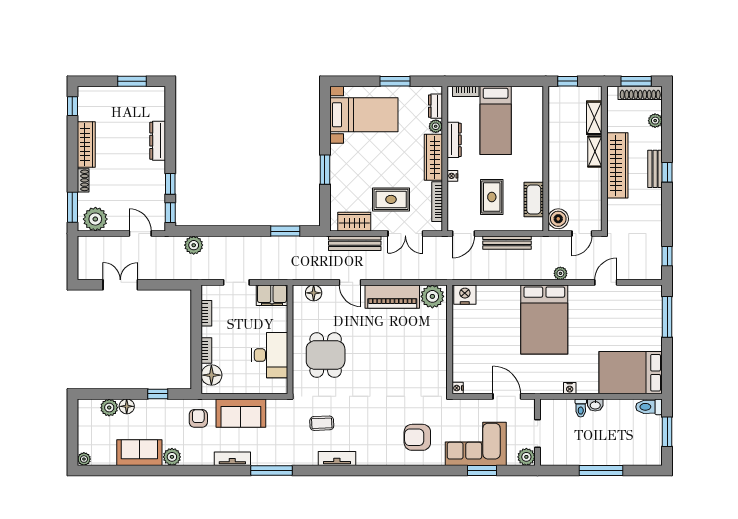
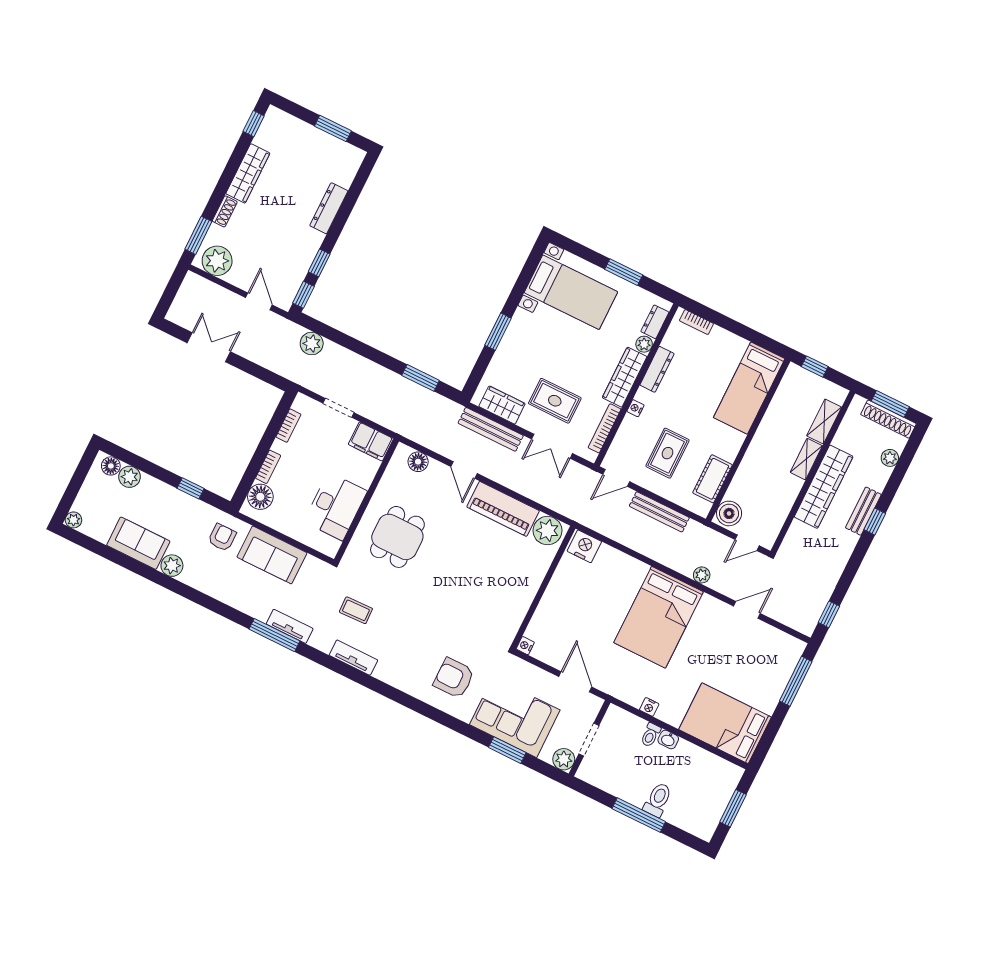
bed: (496, 120) -> (749, 388), moved
floor lamp: (127, 406) -> (111, 466), moved
toilet: (649, 407) -> (658, 800), moved, turned 90
tv unit: (232, 459) -> (290, 626), moved

